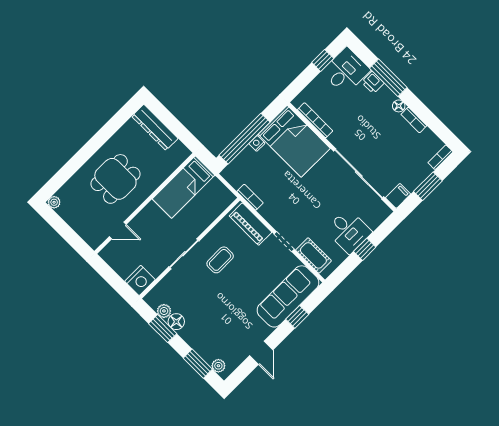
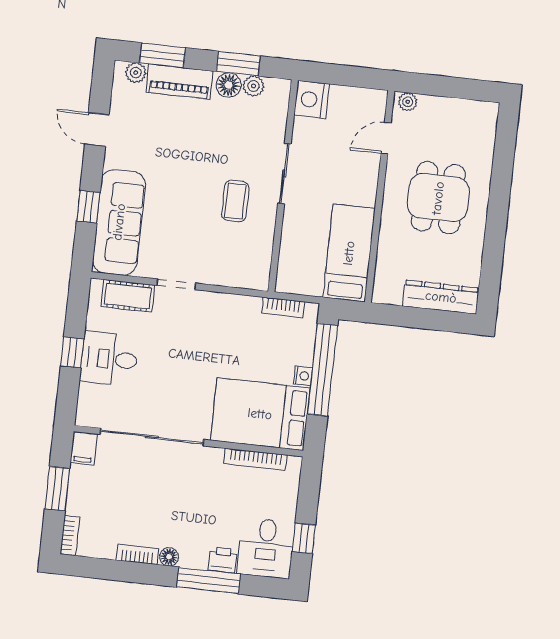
bookcase: (250, 197) -> (283, 307), moved
plant: (54, 202) -> (408, 102), moved
piano: (250, 224) -> (179, 82), moved, turned 180

